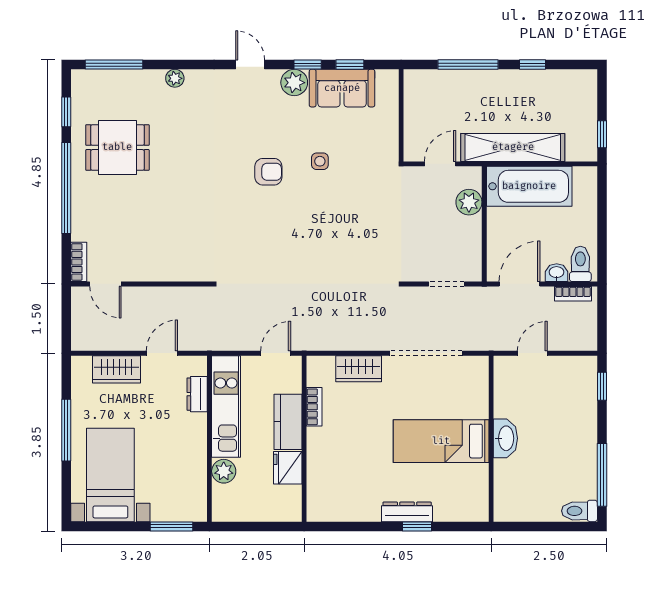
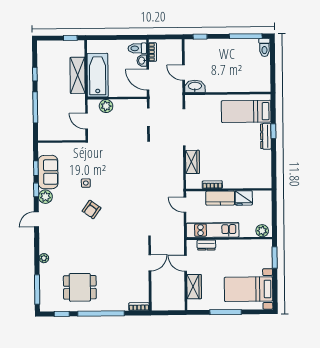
dining table: (117, 147) -> (80, 287), turned 90
shelving: (513, 147) -> (78, 75), width x0.68
armchair: (268, 172) -> (92, 209), turned -144
door: (105, 284) -> (150, 263), moved
washbasin: (505, 438) -> (195, 86), moved
bed: (441, 441) -> (246, 111), moved, turned 90
plant: (224, 471) -> (262, 231), moved

